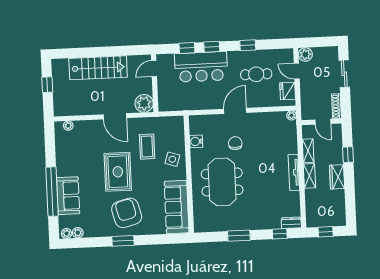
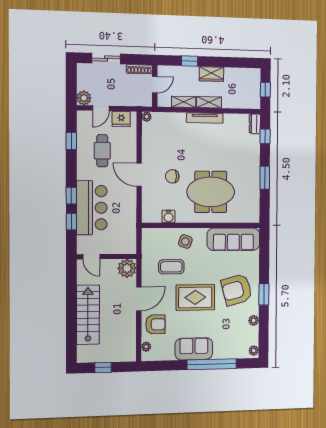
window: (248, 45) -> (71, 141), moved
armchair: (90, 134) -> (155, 324), added
sofa: (68, 196) -> (194, 349), moved
plant: (78, 233) -> (254, 320), moved

